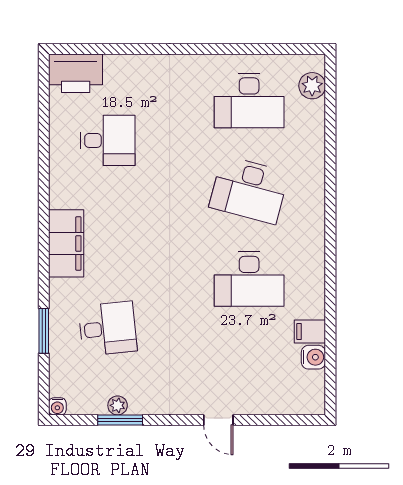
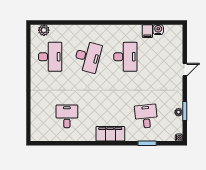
printer: (76, 73) -> (39, 130), removed

